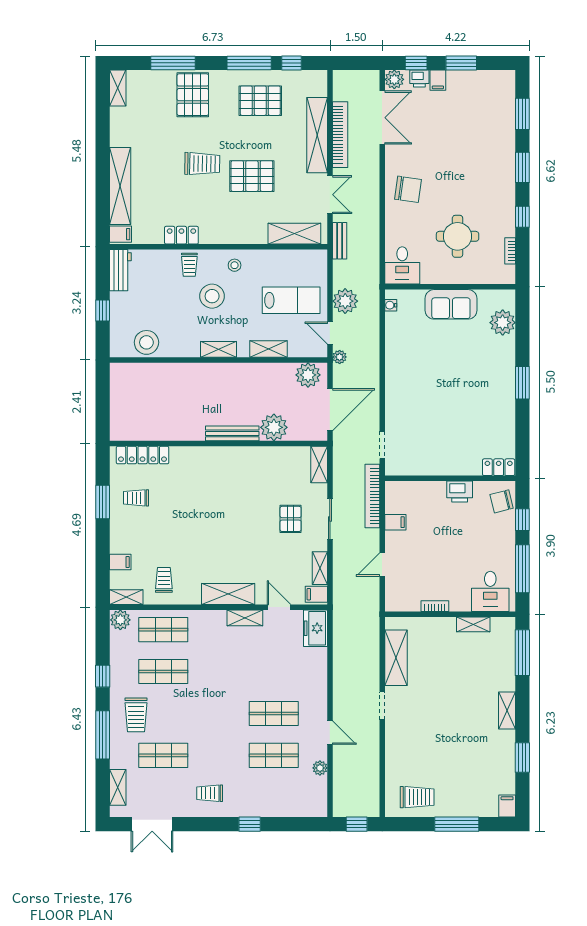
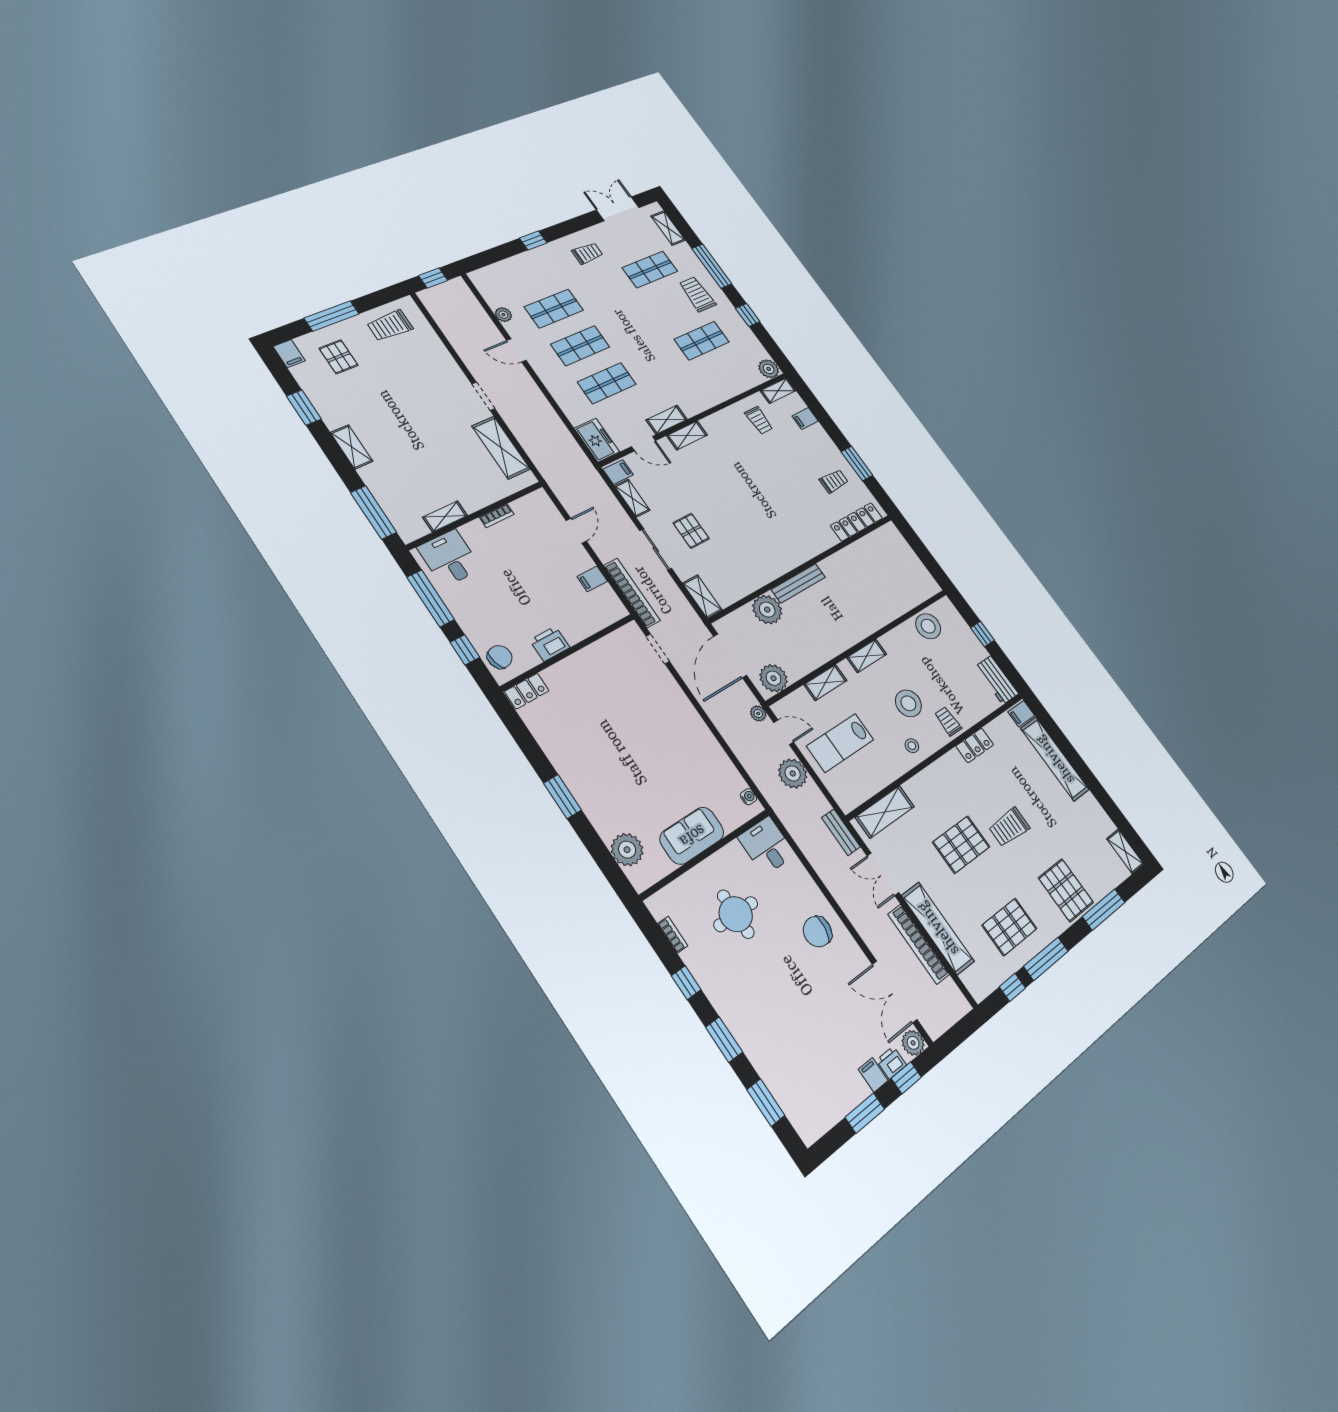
shelving: (228, 594) -> (687, 435), width x0.67, depth x0.75
shop shelf: (163, 630) -> (607, 383), moved
pallet: (472, 788) -> (339, 357), added

